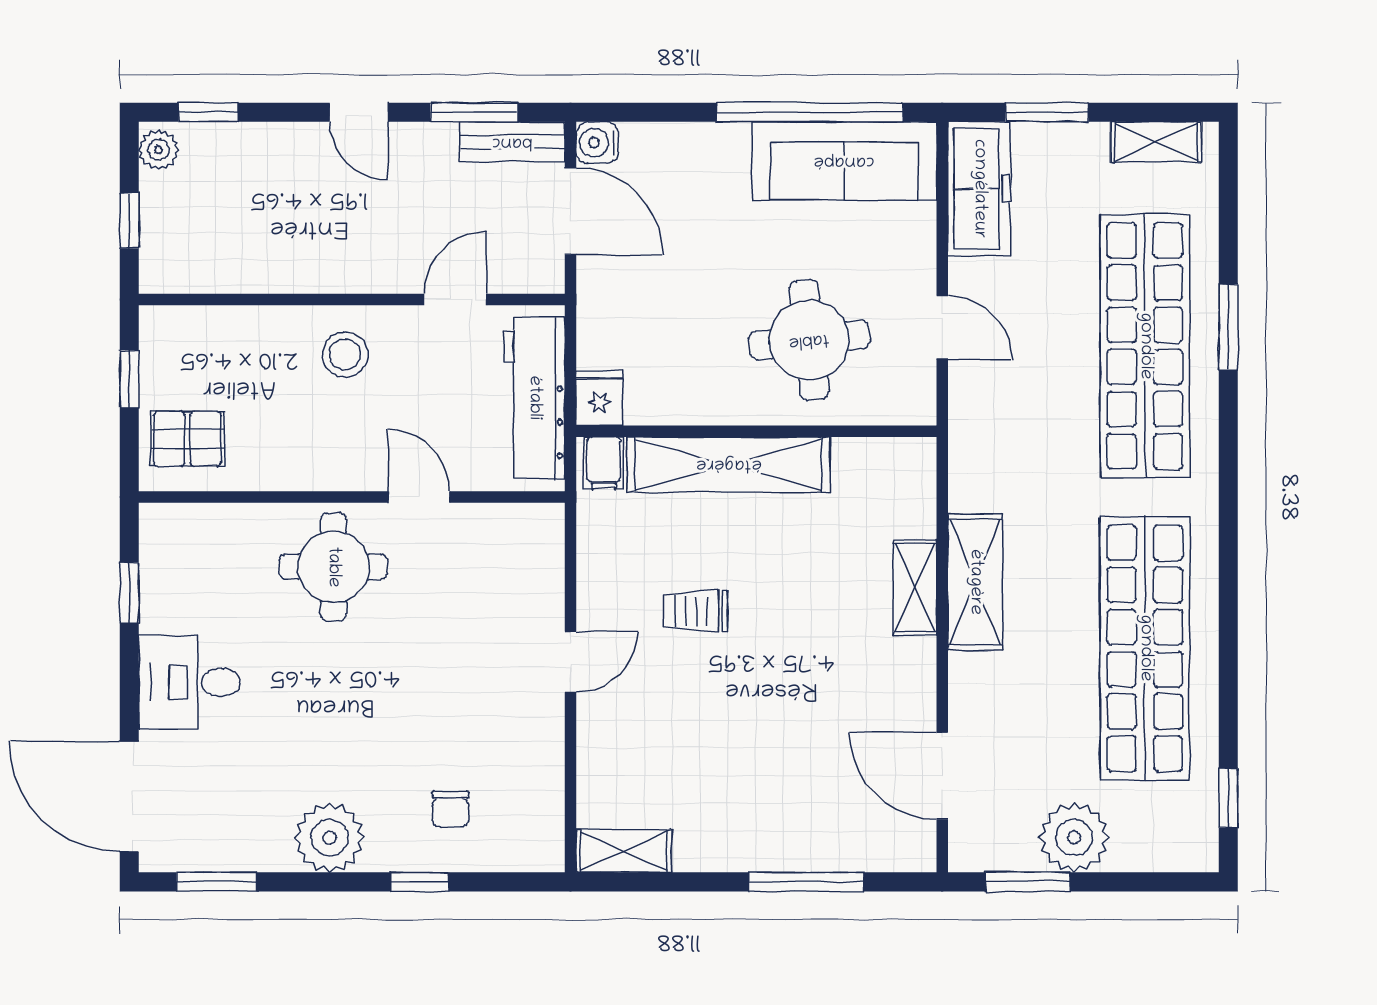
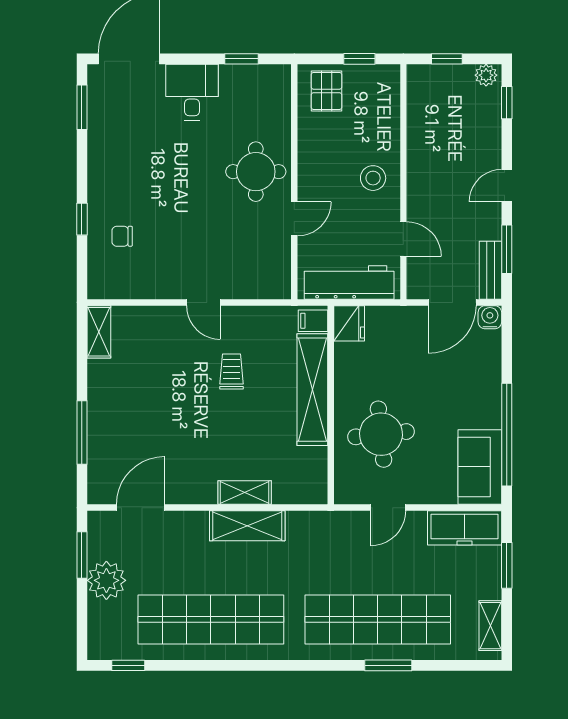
sofa: (844, 161) -> (480, 467), width x0.73
fridge: (599, 398) -> (349, 323), width x1.38
plant: (329, 838) -> (106, 169), removed

